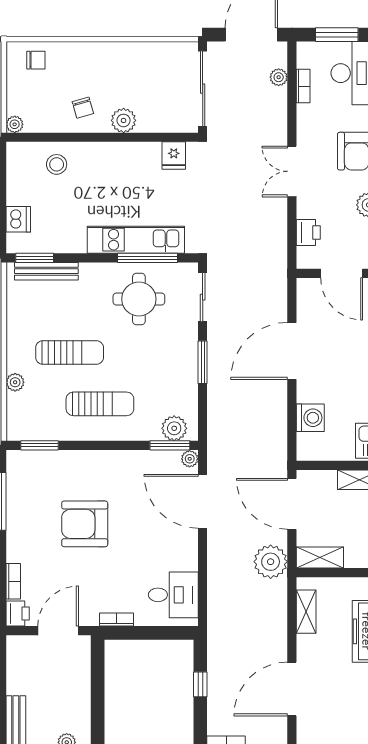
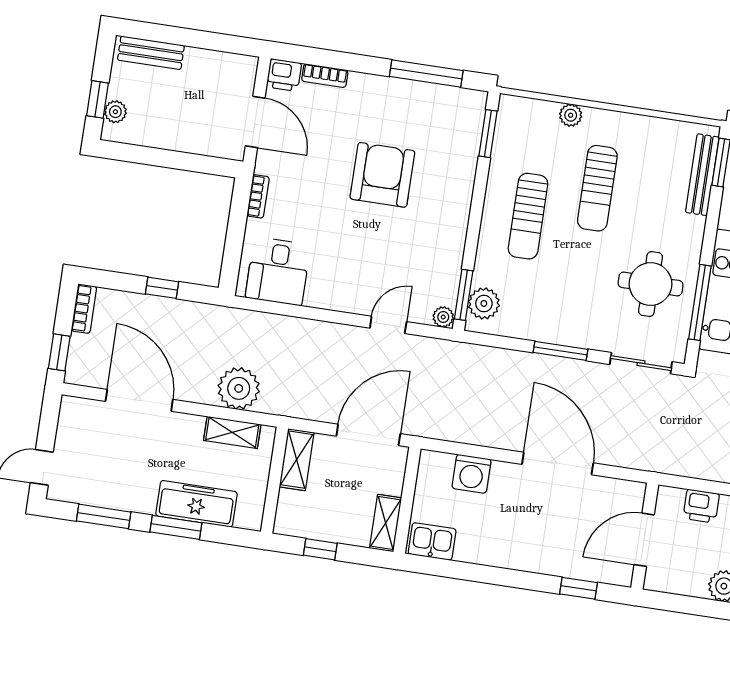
door: (203, 501) -> (388, 325), width x0.53
plant: (271, 562) -> (239, 388), moved

